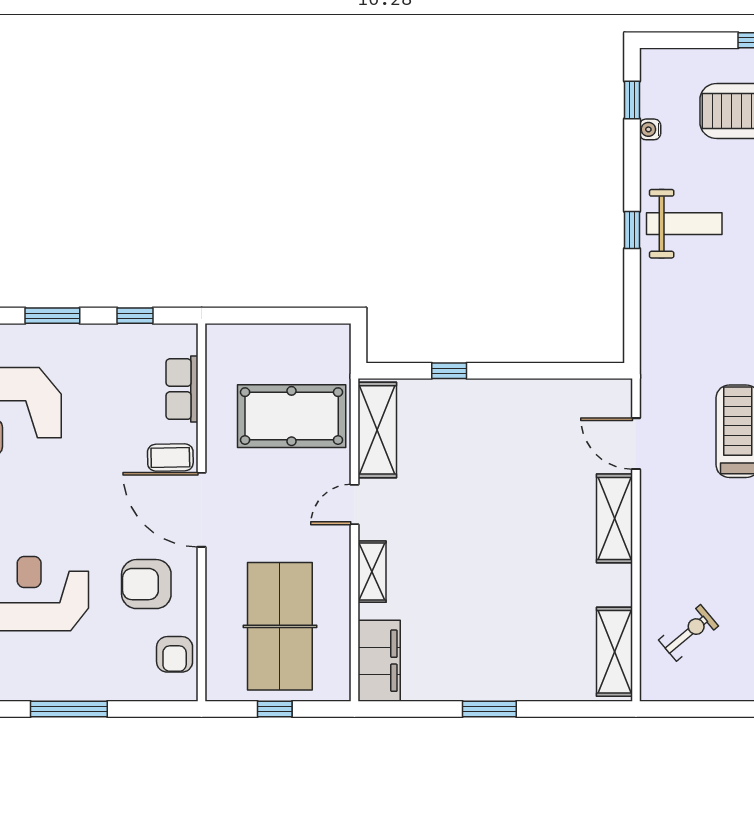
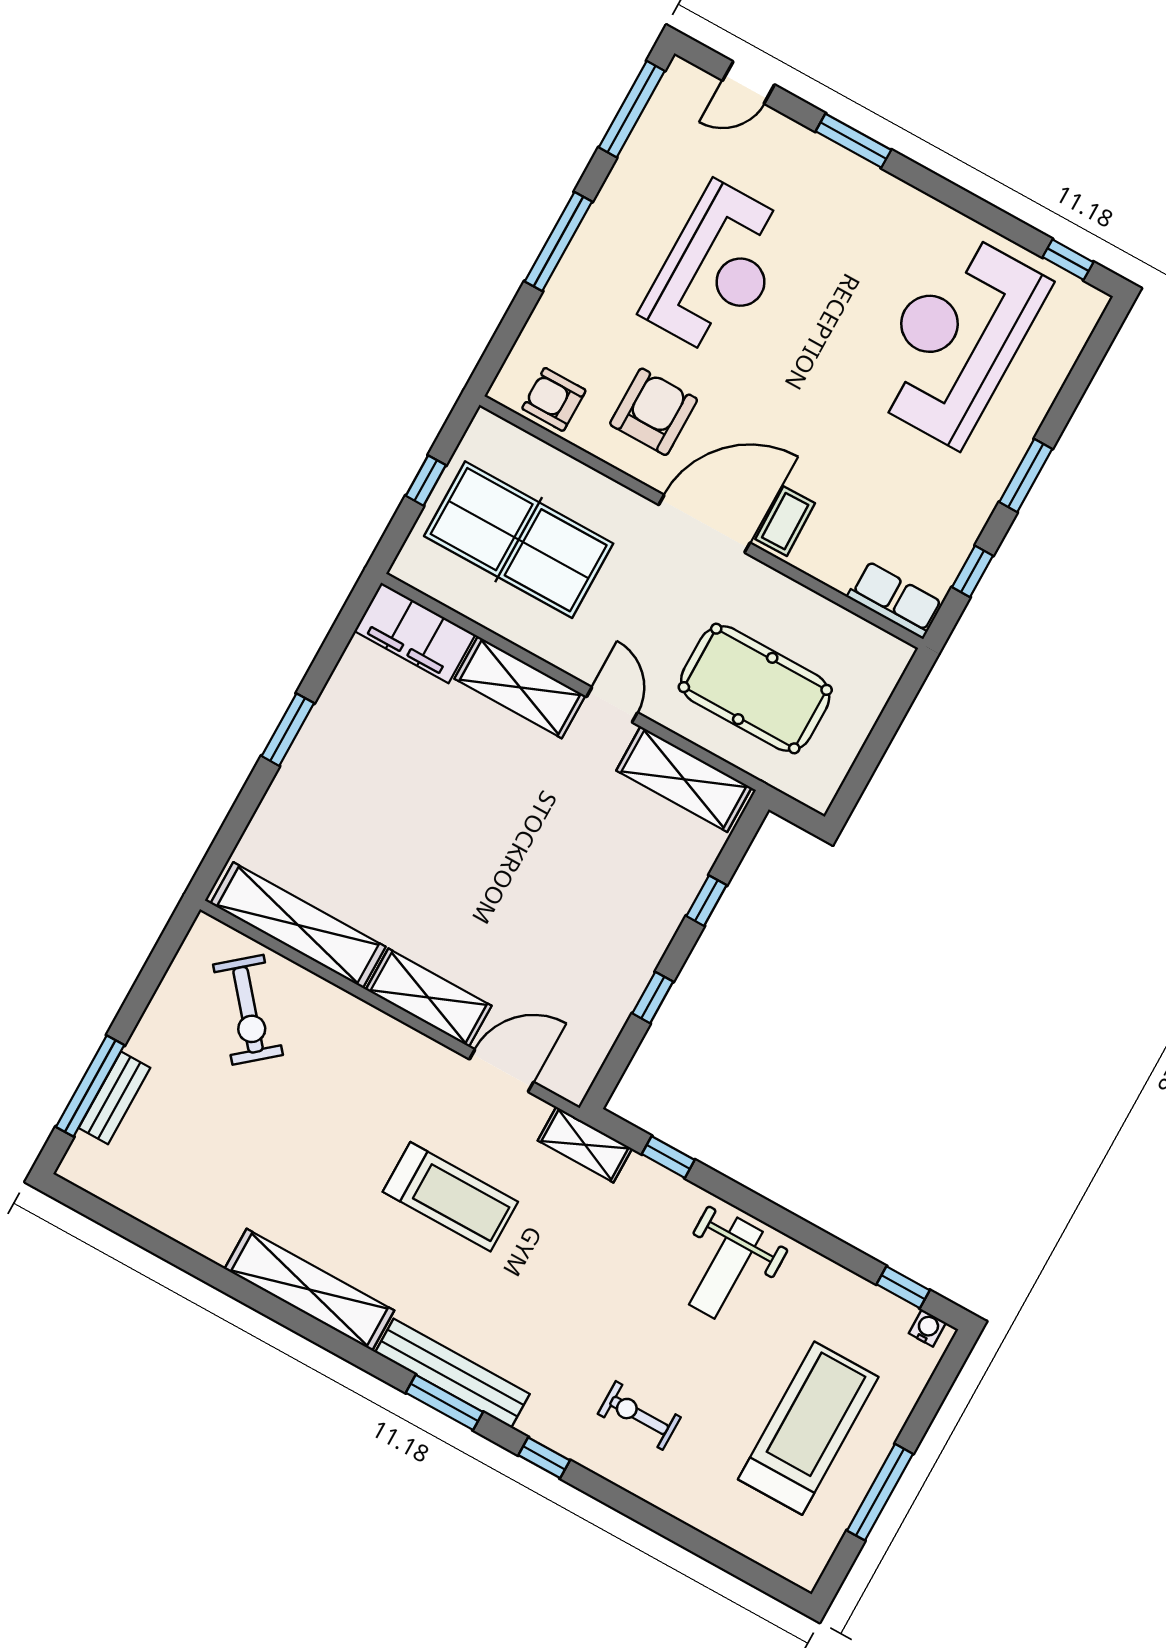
water cooler: (650, 129) -> (927, 1328), moved
window: (632, 230) -> (668, 1157), moved
shelving: (654, 362) -> (585, 1145), added
window: (533, 371) -> (653, 998), added
row of seats: (182, 389) -> (895, 600), moved
pool table: (292, 416) -> (755, 689), turned 90
shelving: (372, 572) -> (520, 687), width x1.50, depth x1.33
exercise bike: (688, 633) -> (248, 1010), width x1.38, depth x1.39
shelving: (614, 652) -> (298, 925), width x1.47

